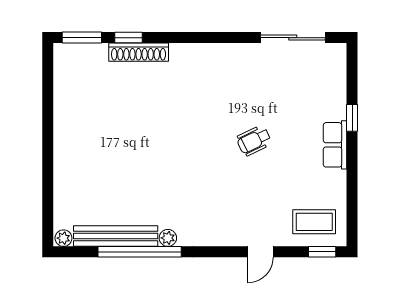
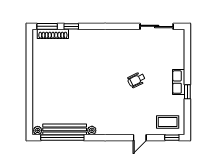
shoe rack: (139, 52) -> (53, 34), moved
window: (352, 118) -> (187, 92), moved
window: (140, 252) -> (62, 138), moved

